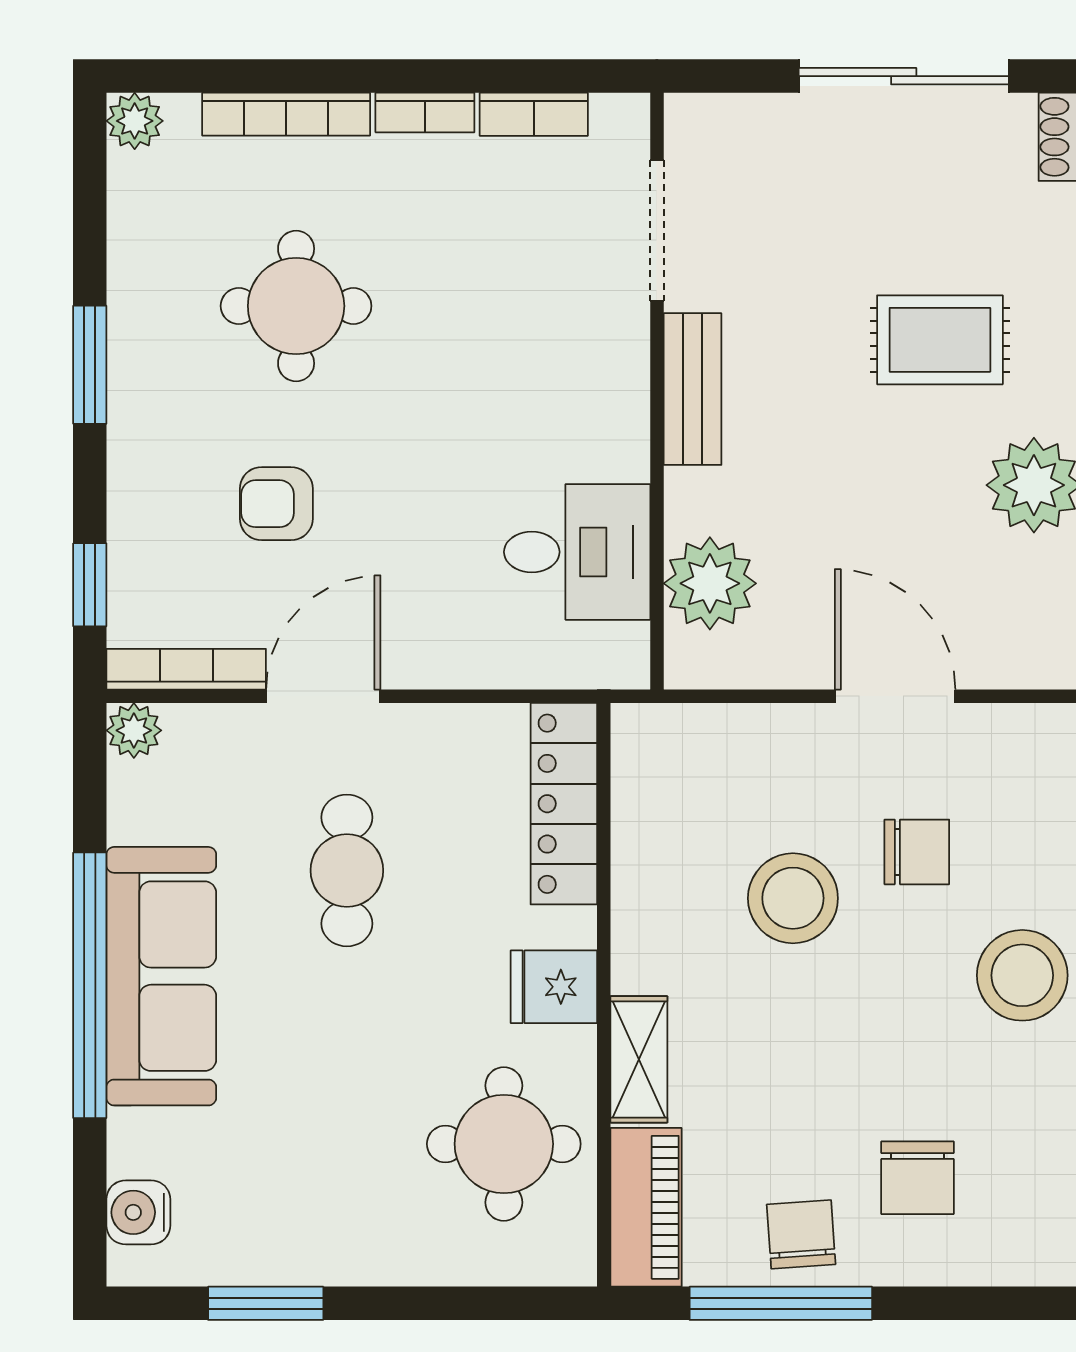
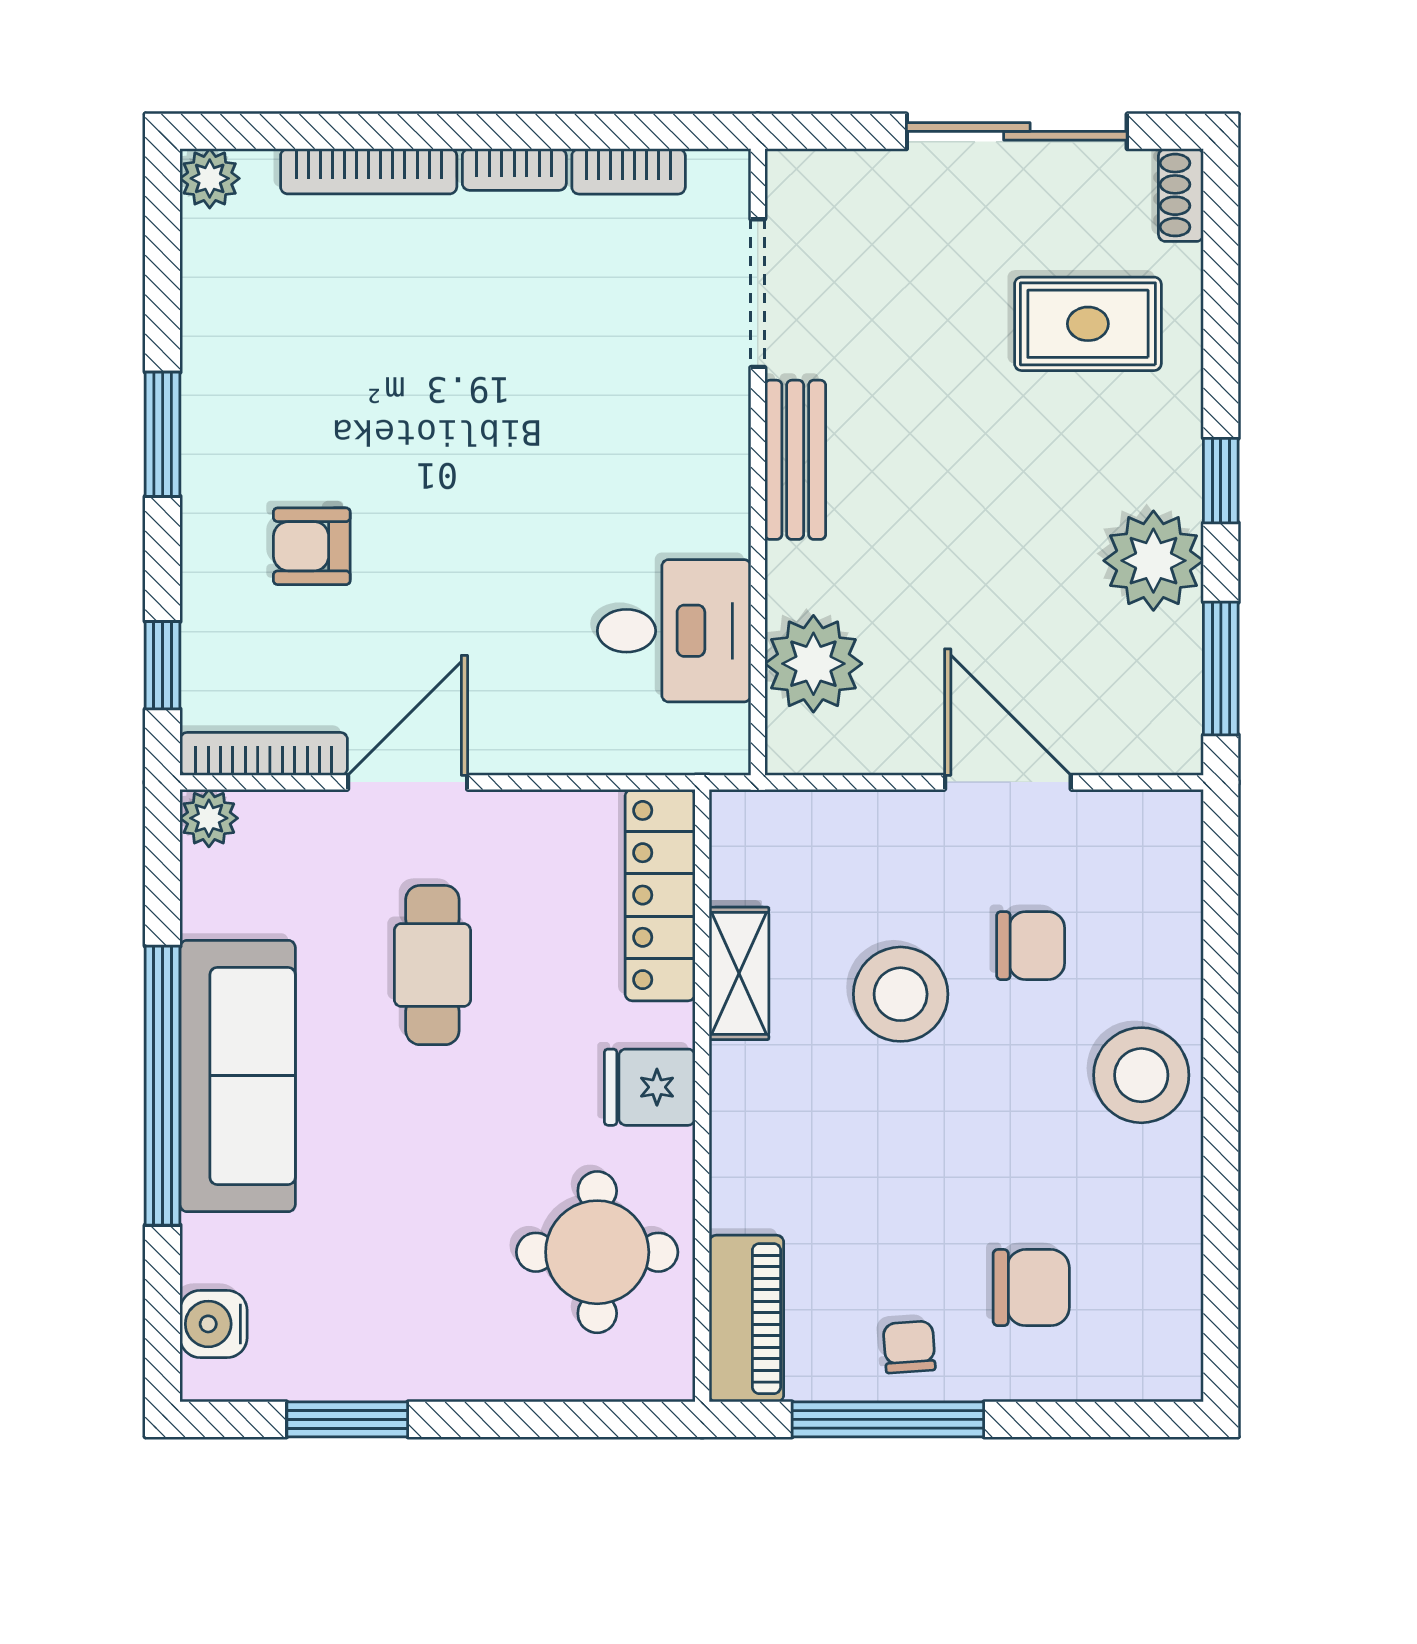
round table: (296, 306) -> (379, 373), removed
rug: (940, 340) -> (1088, 324), moved
armchair: (276, 504) -> (312, 546), moved
shelving: (639, 1059) -> (739, 973), moved
chair: (917, 1178) -> (1031, 1288), turned -90
chair: (801, 1234) -> (909, 1347), width x0.73, depth x0.73

